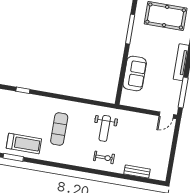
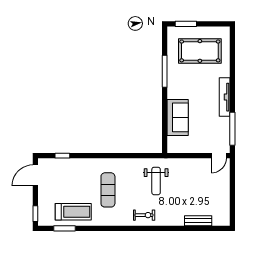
exercise bike: (104, 157) -> (144, 215), moved

